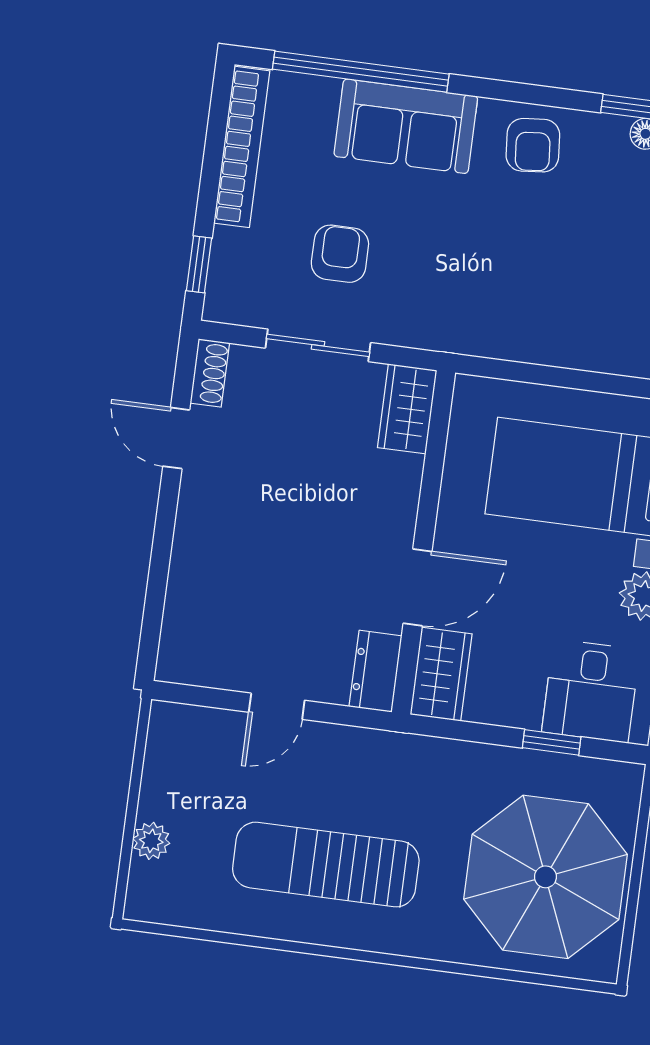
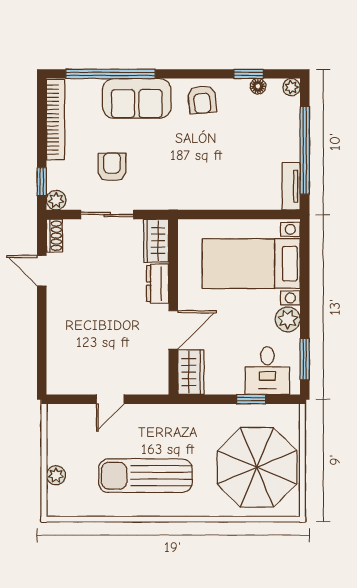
plant: (222, 304) -> (56, 200), added
dresser: (375, 671) -> (158, 284), moved

